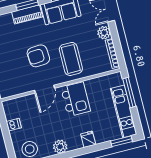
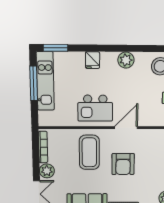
armchair: (38, 56) -> (123, 164), turned 94
window: (129, 92) -> (34, 83), moved
kitchen island: (76, 99) -> (95, 108), turned -90

